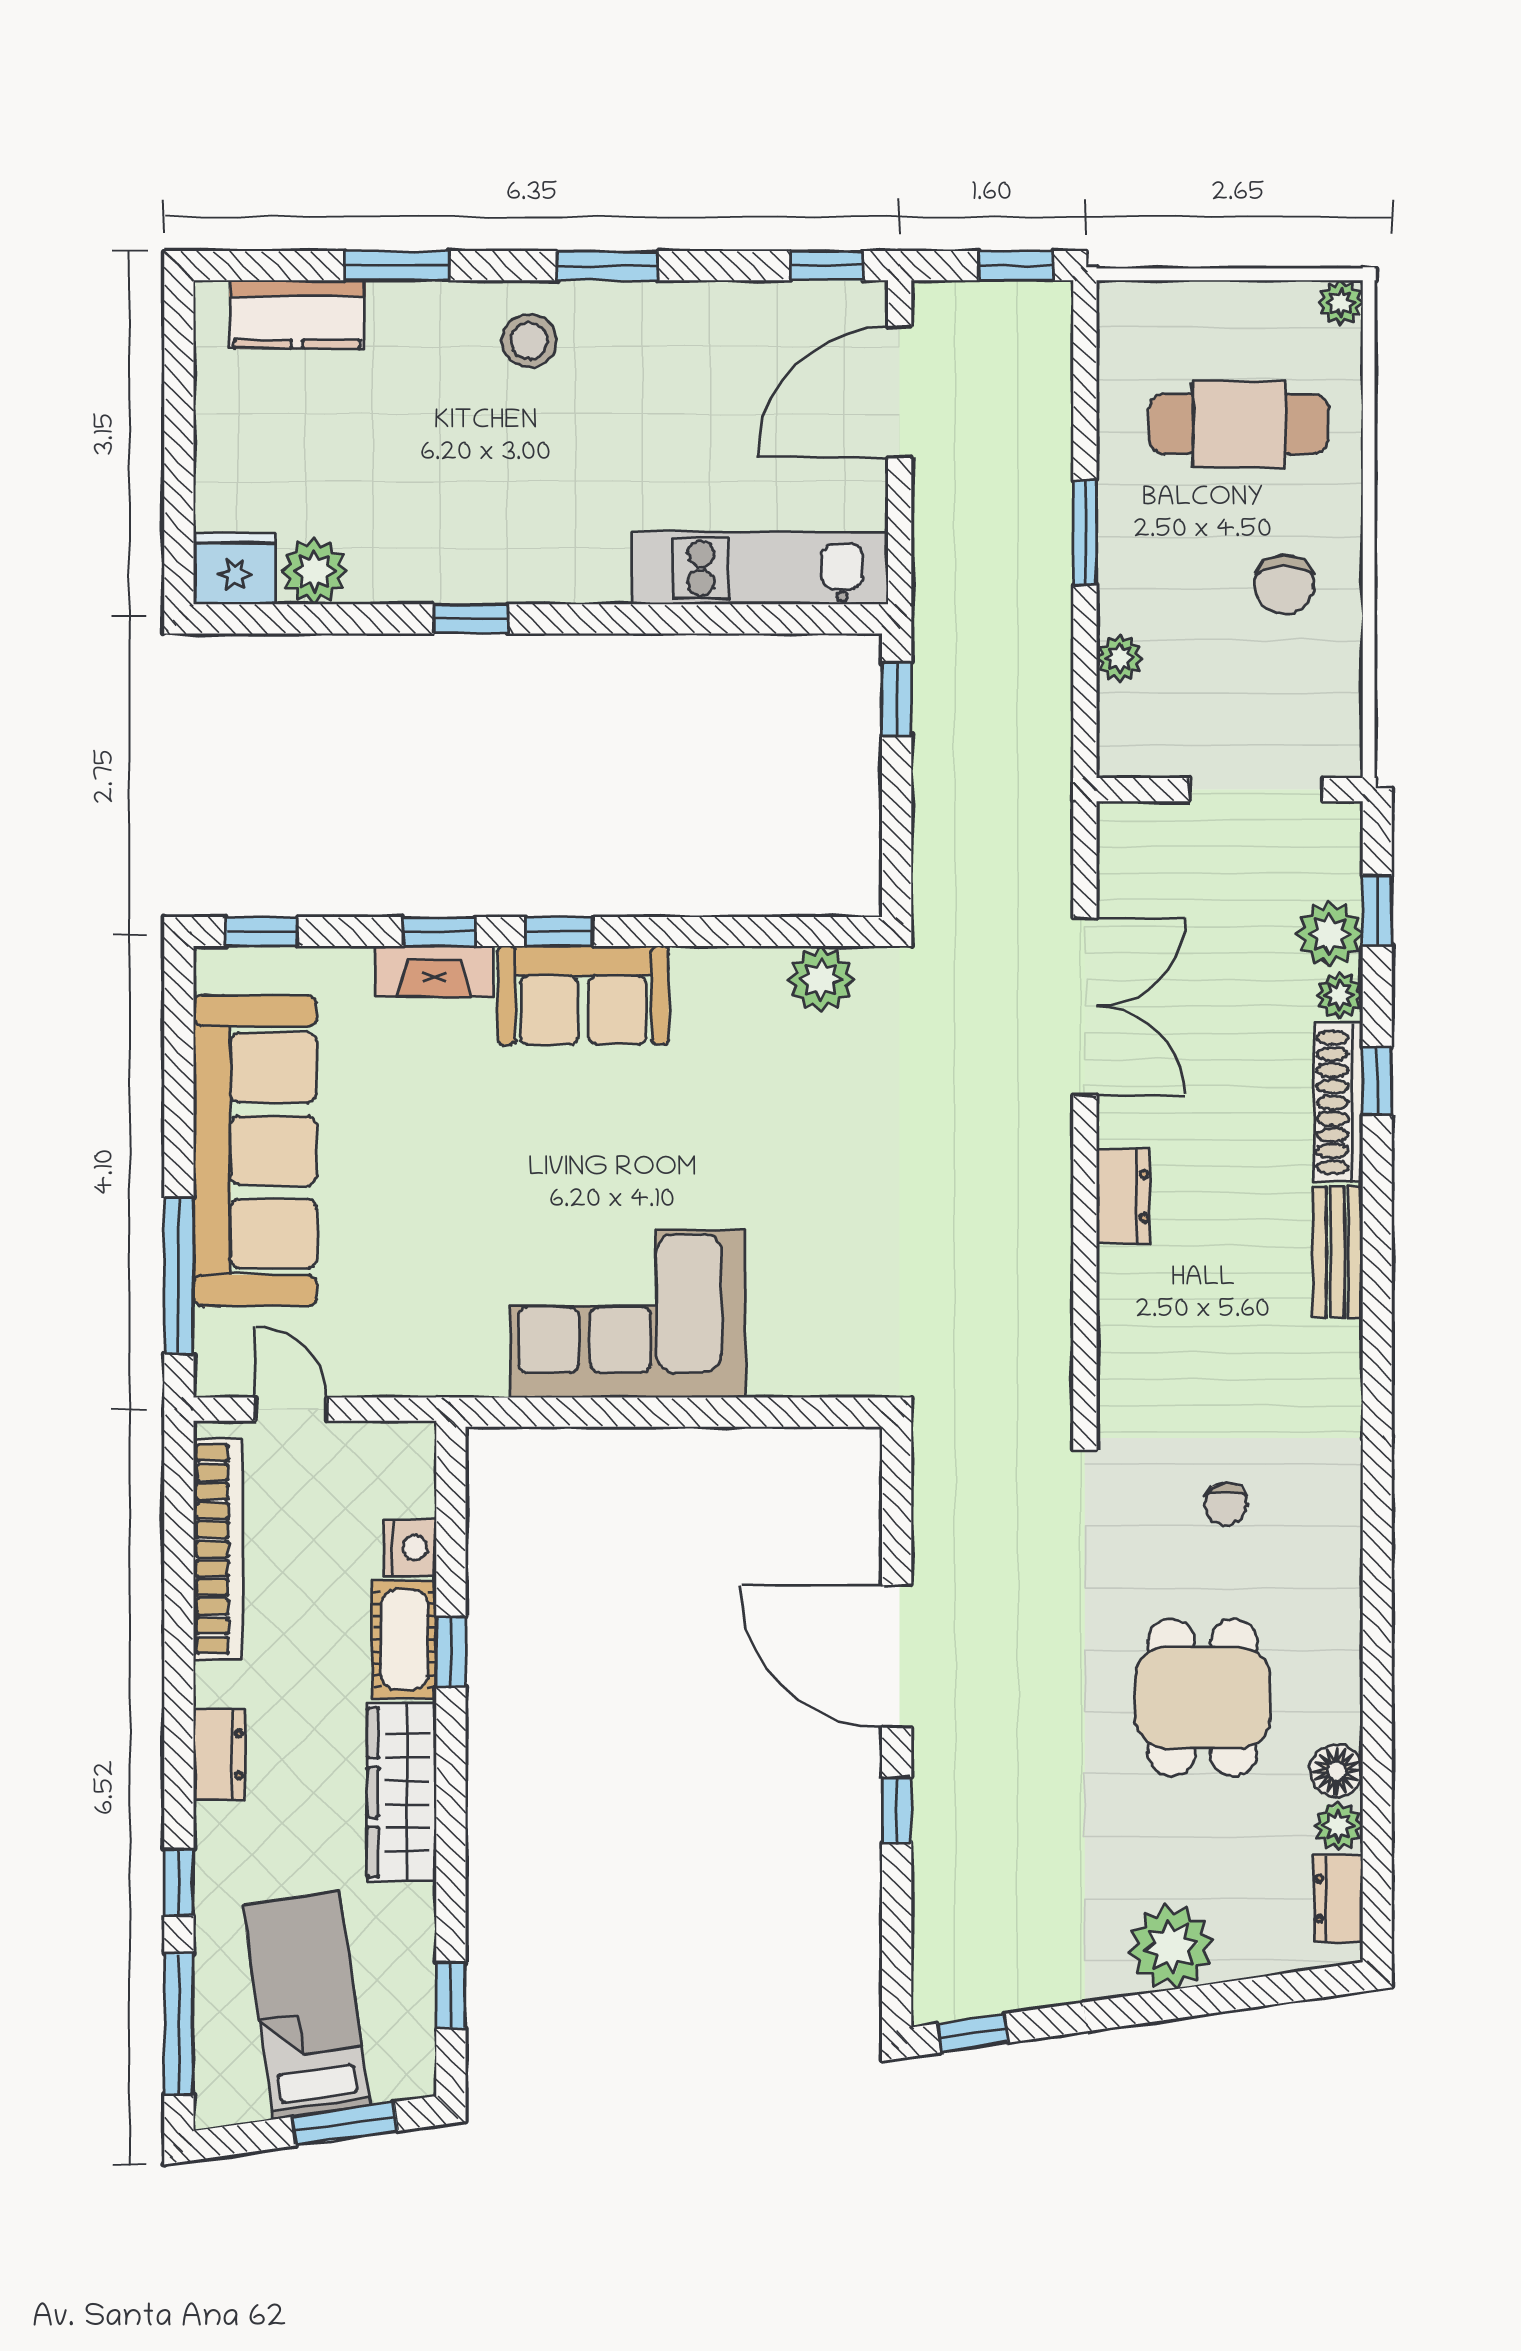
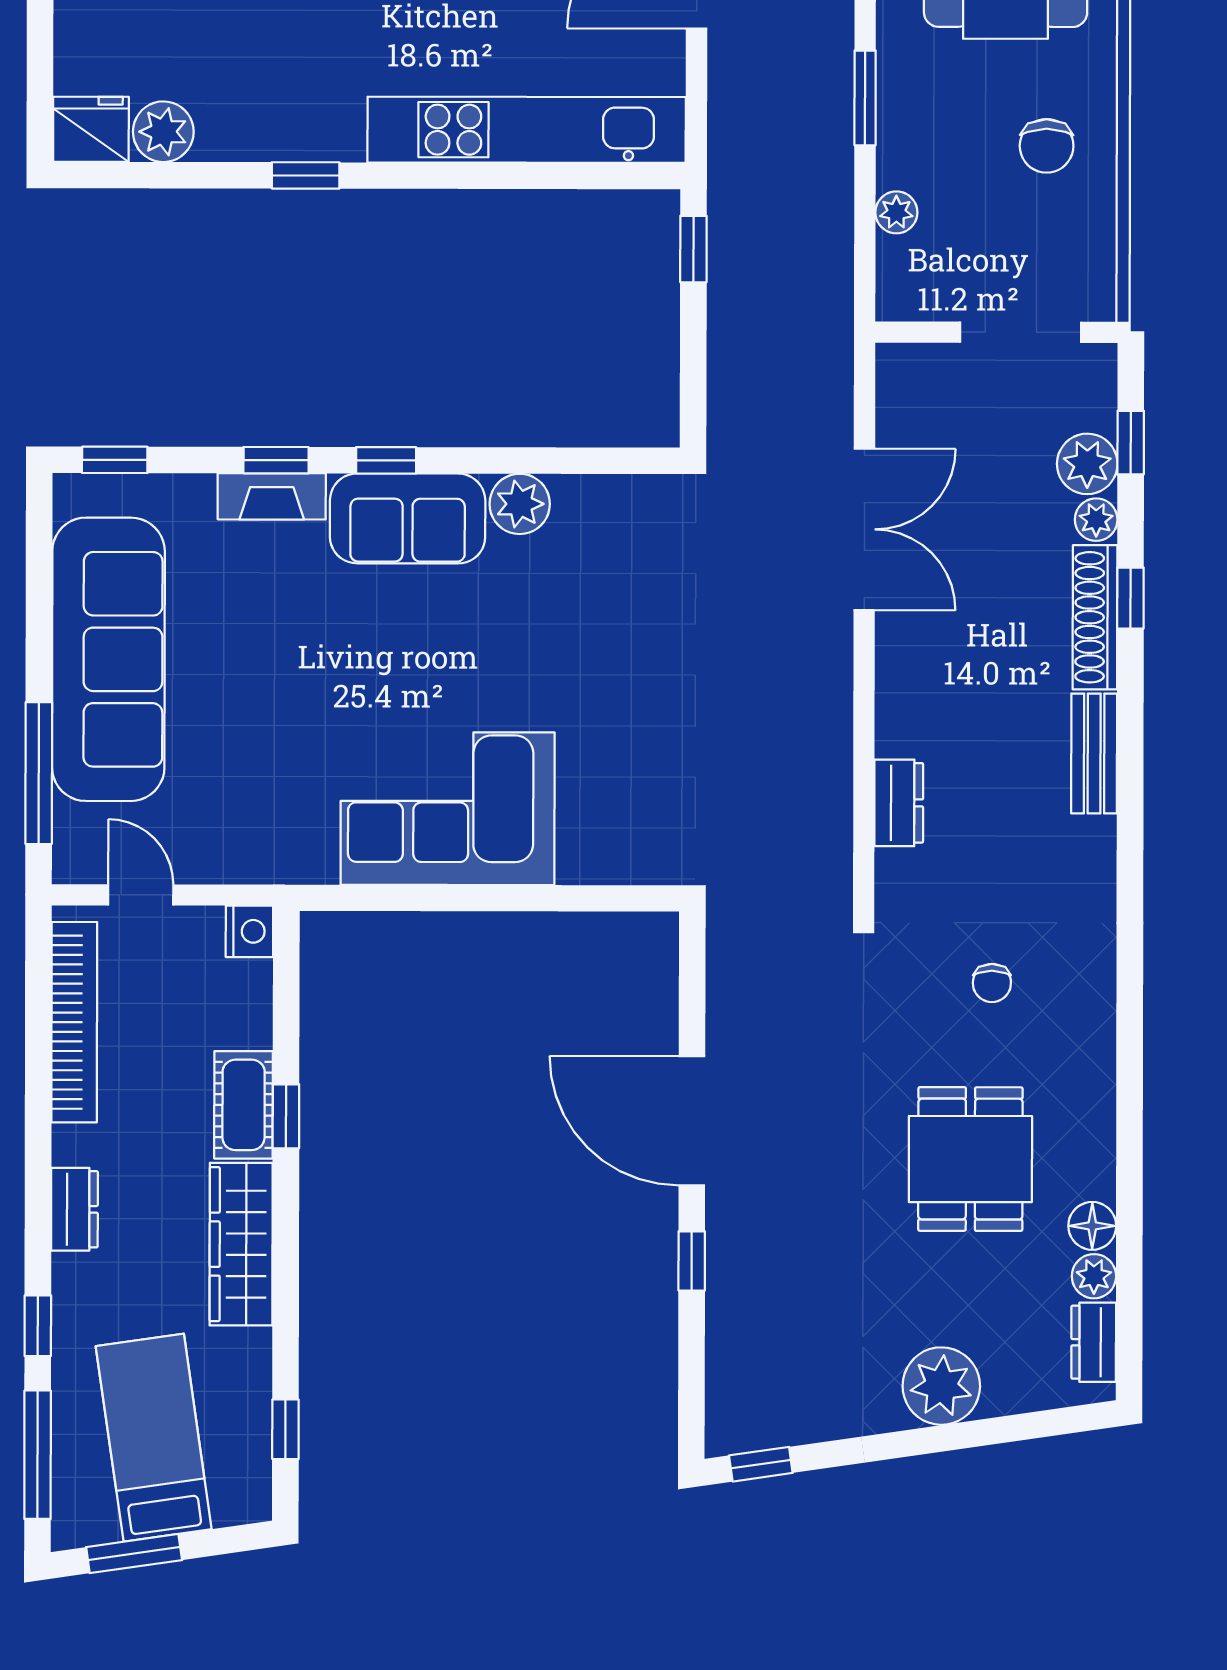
kitchen unit: (760, 568) -> (527, 130), width x1.36
plant: (821, 979) -> (520, 504), moved
dresser: (1123, 1196) -> (899, 803), moved
nightstand: (410, 1548) -> (249, 931), moved
window: (345, 2124) -> (134, 1554), moved

